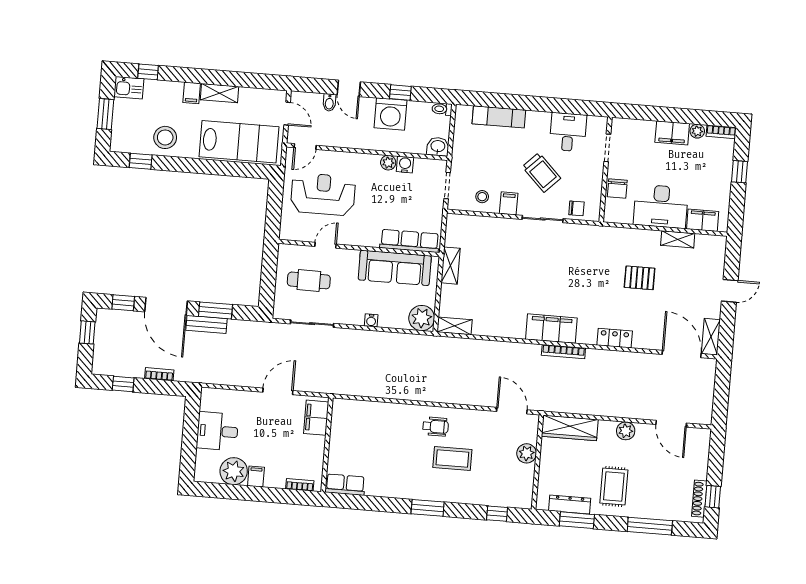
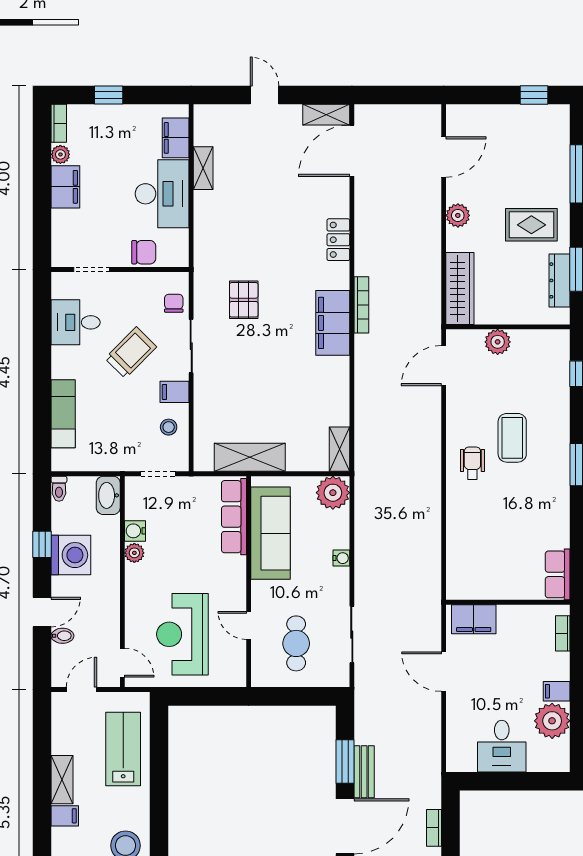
lab bench: (239, 142) -> (123, 749), width x0.73, depth x0.72
washbasin: (438, 147) -> (108, 495), width x1.38
shelving: (451, 266) -> (250, 457), width x1.50, depth x1.33
pallet: (640, 278) -> (244, 300), moved
shoe rack: (699, 499) -> (538, 112), removed

